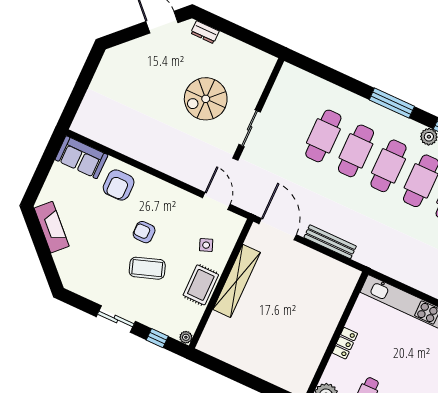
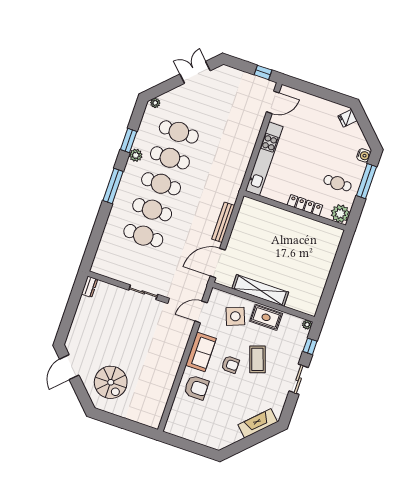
dresser: (205, 32) -> (90, 287), moved
spiral stairs: (206, 99) -> (111, 382), moved
sofa: (81, 157) -> (201, 352), moved
fireplace: (52, 227) -> (258, 423), moved
armchair: (144, 232) -> (230, 365), turned -90
side table: (206, 245) -> (235, 316), width x1.87, depth x1.87
locker: (345, 343) -> (305, 205), width x1.53

